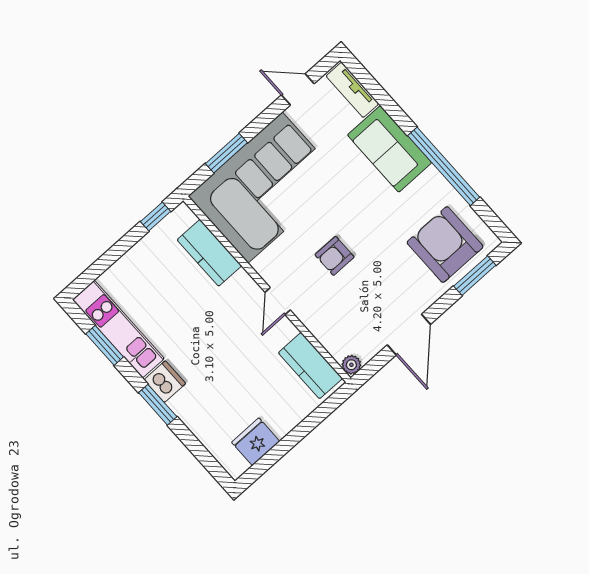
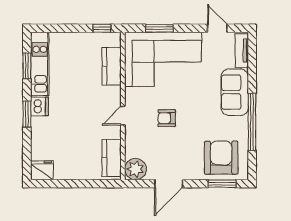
plant: (351, 365) -> (135, 169), width x1.88, depth x1.88
fridge: (256, 442) -> (42, 170), moved

